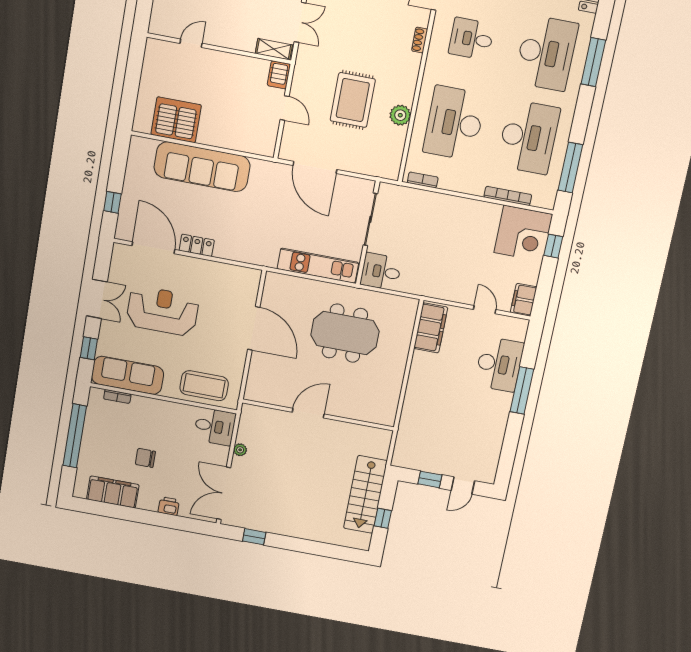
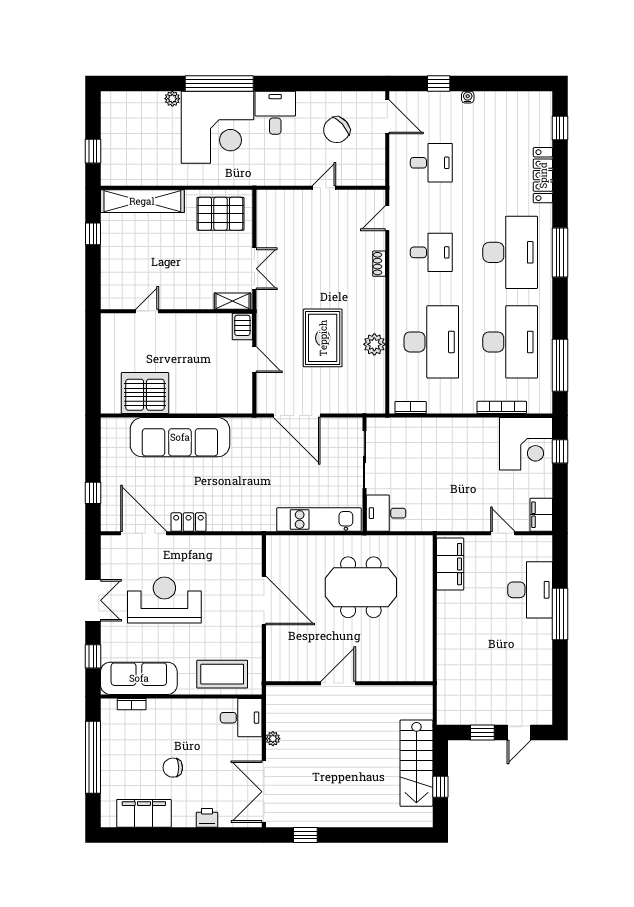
desk: (471, 39) -> (431, 252), turned 180
desk: (454, 123) -> (431, 342), turned 180

